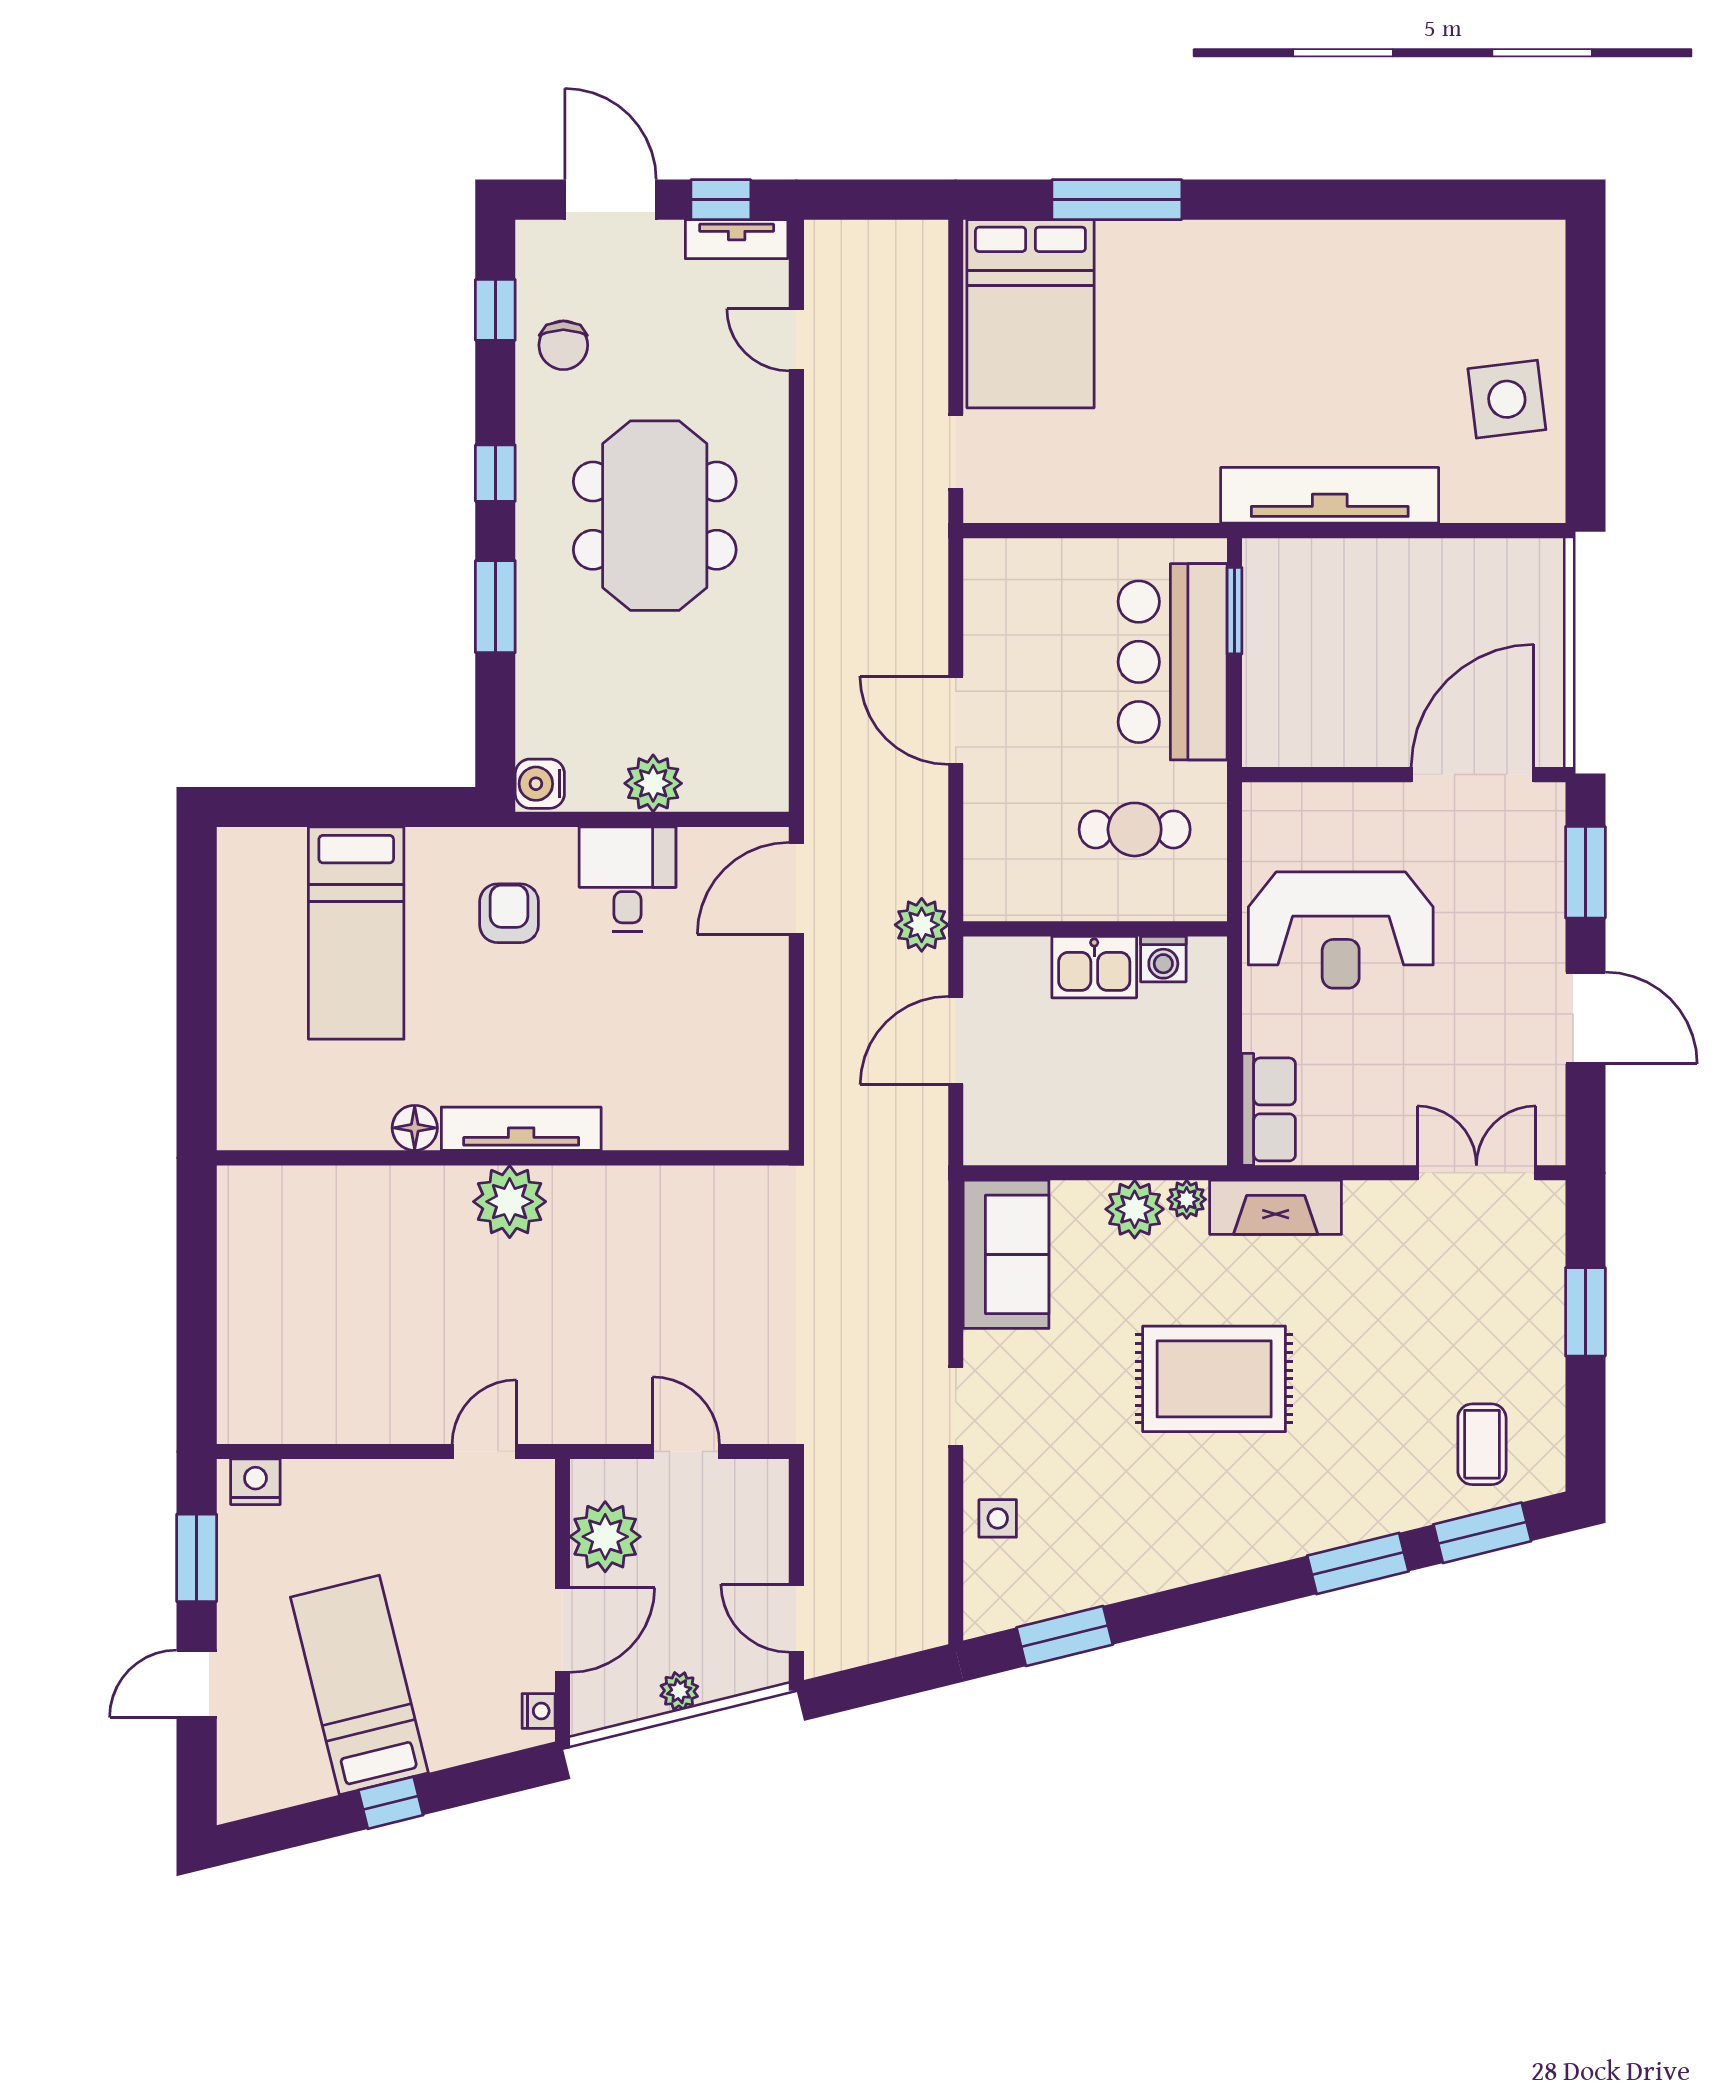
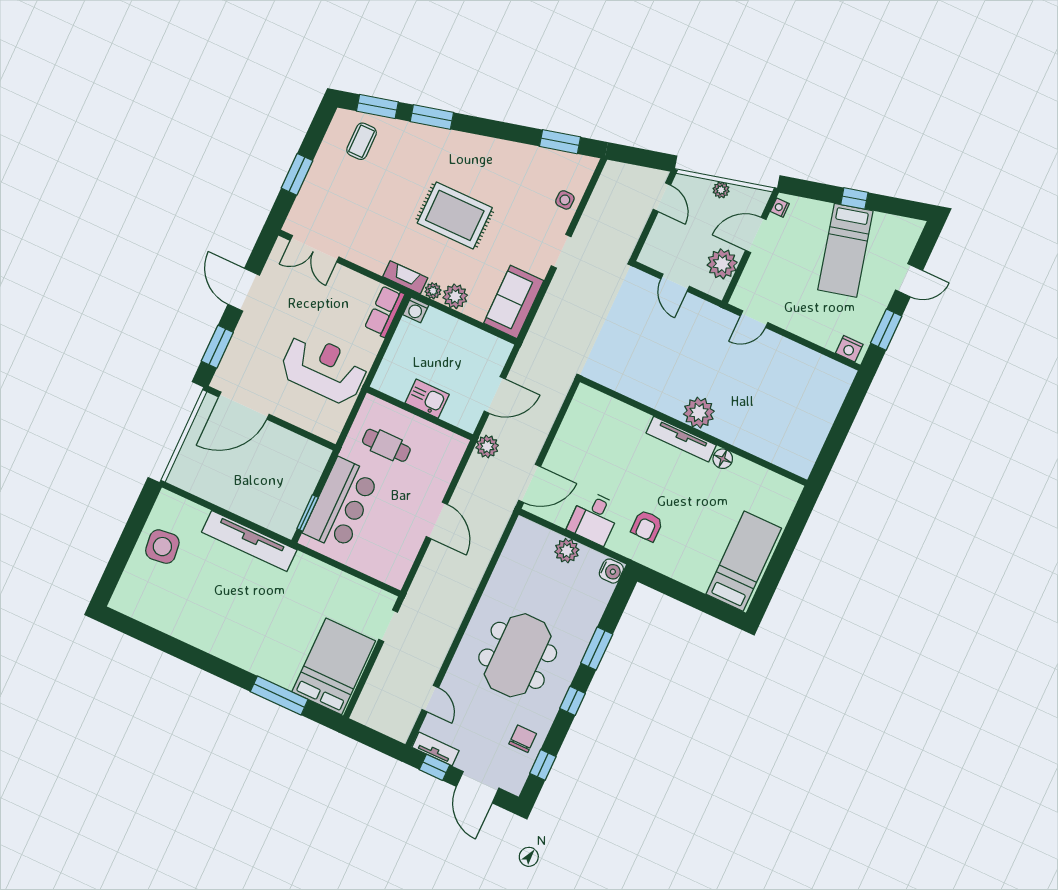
bed: (356, 933) -> (744, 561), moved
washing machine: (1163, 959) -> (416, 310), moved, turned 180
fireplace: (1276, 1207) -> (405, 277), width x0.73, depth x0.76

